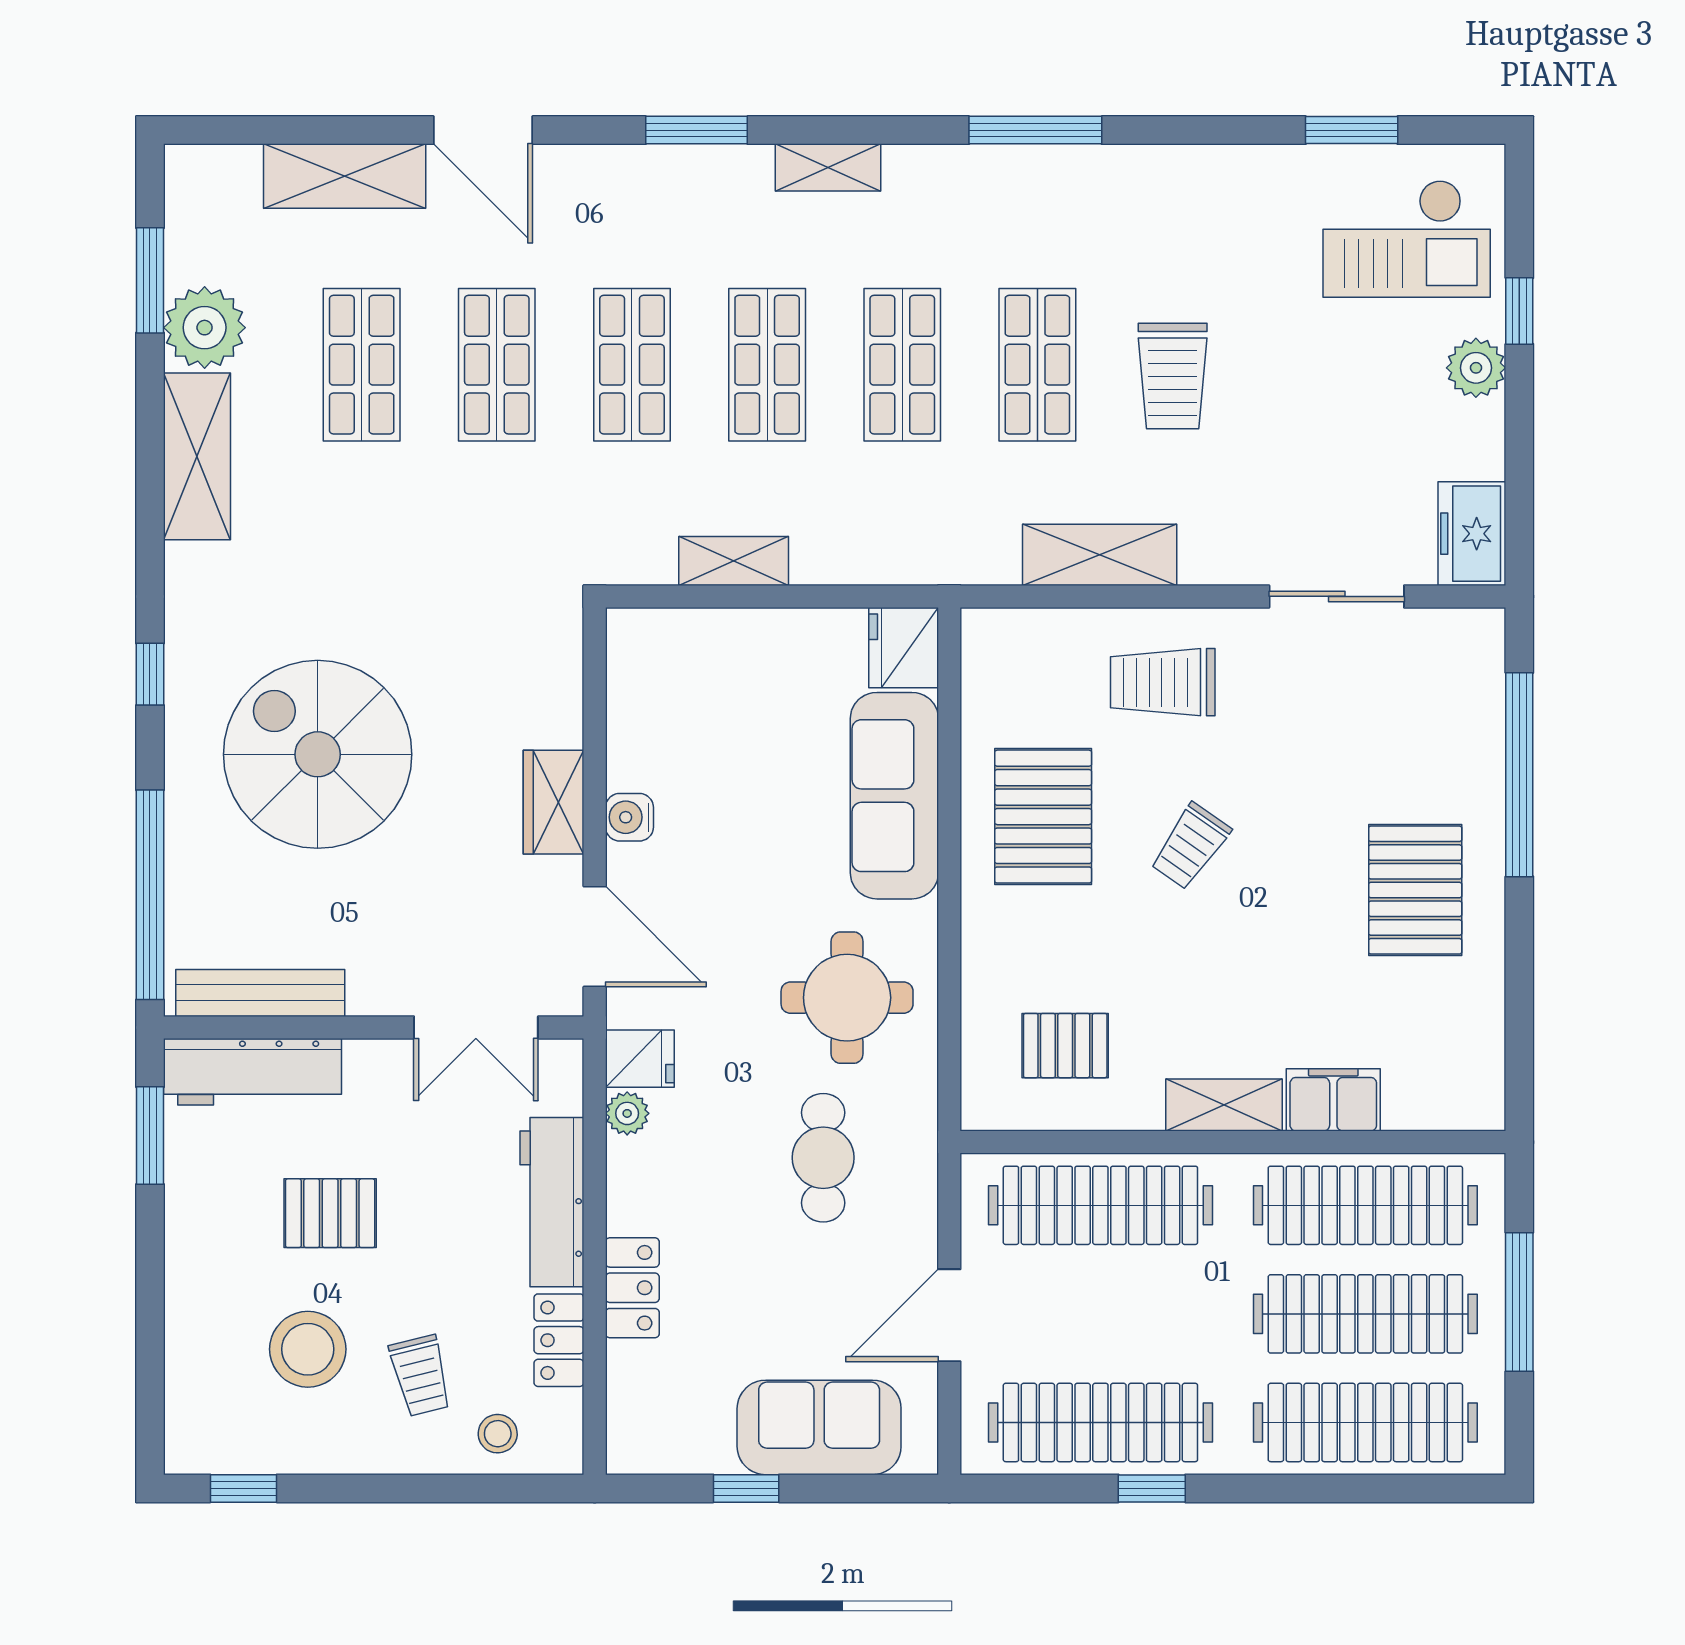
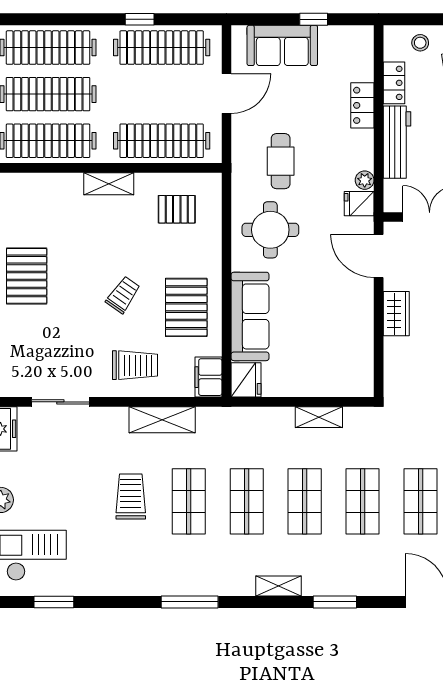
water cooler: (629, 817) -> (364, 307), removed
filing cabinet: (1333, 1100) -> (208, 377), moved, turned 90

